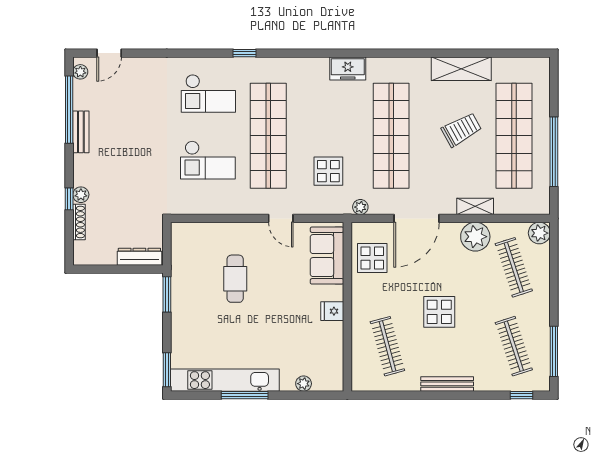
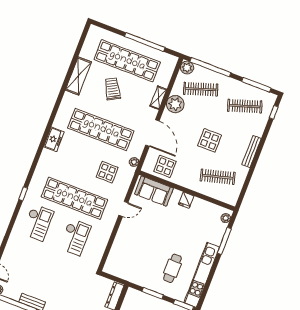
window: (554, 269) -> (210, 67), added
cafe table: (235, 279) -> (172, 268), moved, turned 90
window: (167, 294) -> (153, 293), moved
plant: (304, 384) -> (226, 218), moved
window: (245, 395) -> (224, 241), moved

